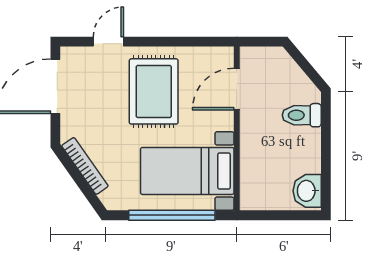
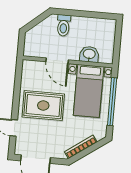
door: (237, 89) -> (57, 61), moved
washbasin: (307, 191) -> (89, 54), moved, turned 180

